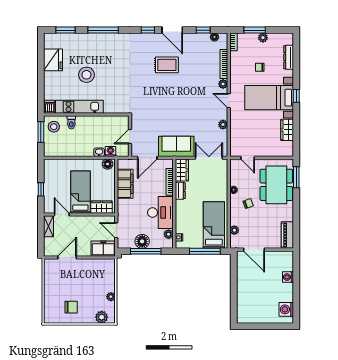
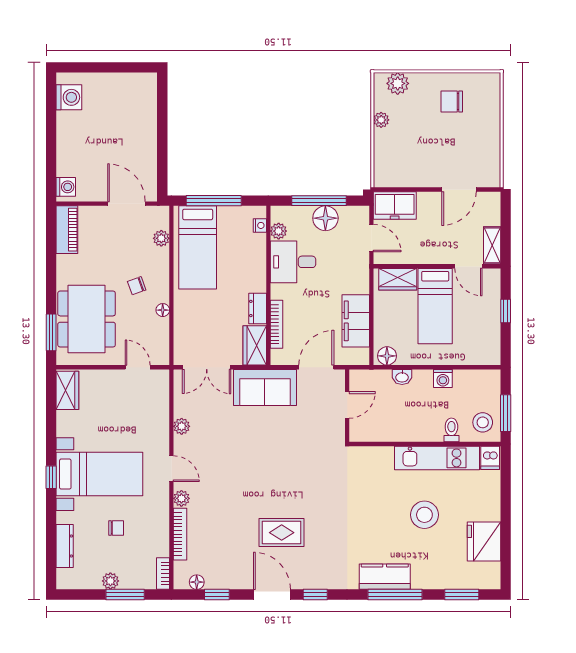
kitchen counter: (109, 40) -> (385, 577), added
wardrobe: (287, 130) -> (67, 390), moved
washing machine: (111, 151) -> (443, 378), moved
desk: (160, 213) -> (293, 262), width x0.73
washing machine: (288, 277) -> (66, 187), moved

